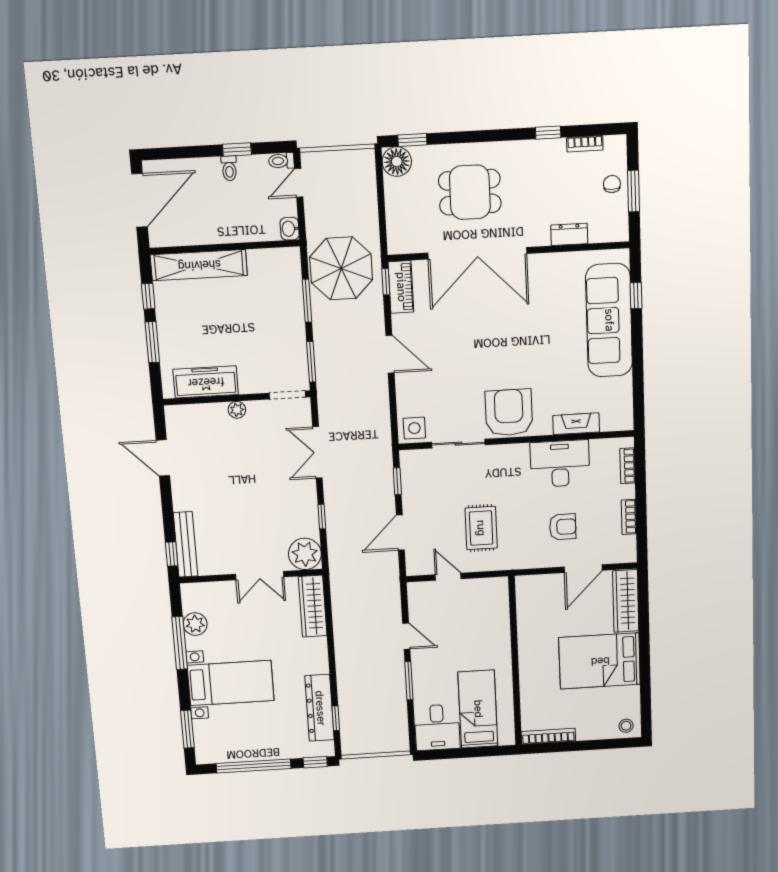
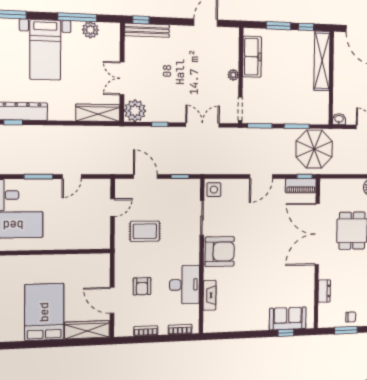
sofa: (609, 320) -> (288, 318), width x0.54, depth x0.79

